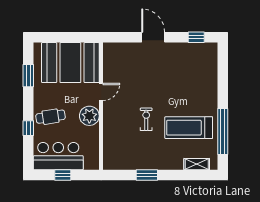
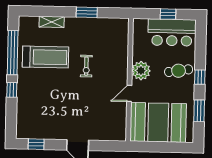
window: (223, 93) -> (12, 90), added
window: (28, 128) -> (200, 77), moved
shelving: (197, 164) -> (52, 22), moved

